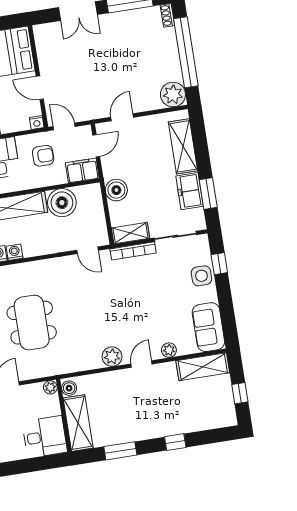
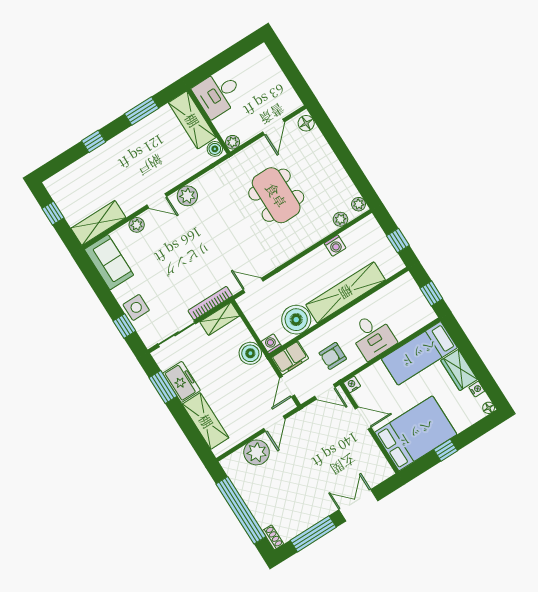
plant: (173, 95) -> (257, 452), moved
washing machine: (15, 252) -> (271, 344), moved, turned 180
door: (142, 364) -> (157, 201), hinge flipped

